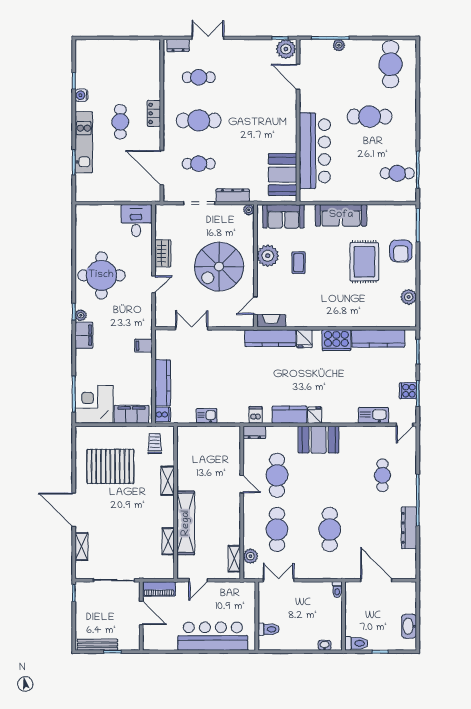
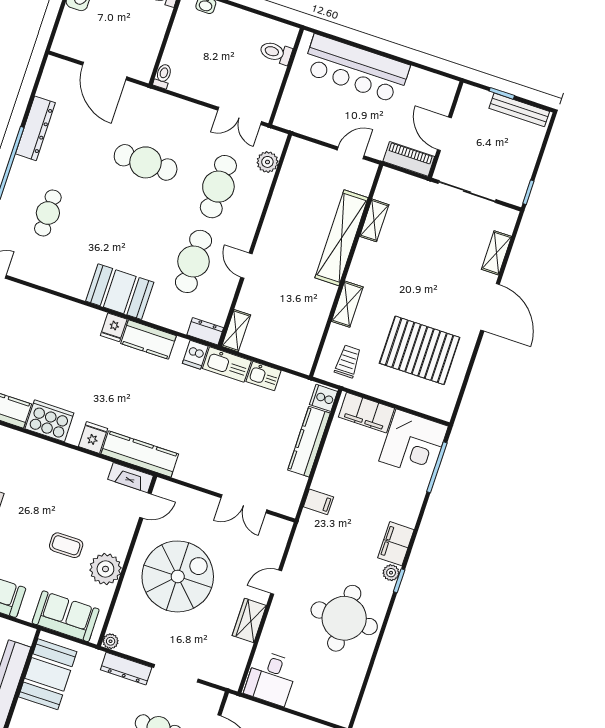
coffee table: (299, 263) -> (66, 545), turned 90
kitchen sink: (373, 415) -> (227, 365), moved
trolley: (155, 444) -> (348, 361), turned 180
cafe table: (330, 529) -> (146, 162), turned 90
shelving: (234, 559) -> (236, 331), moved

